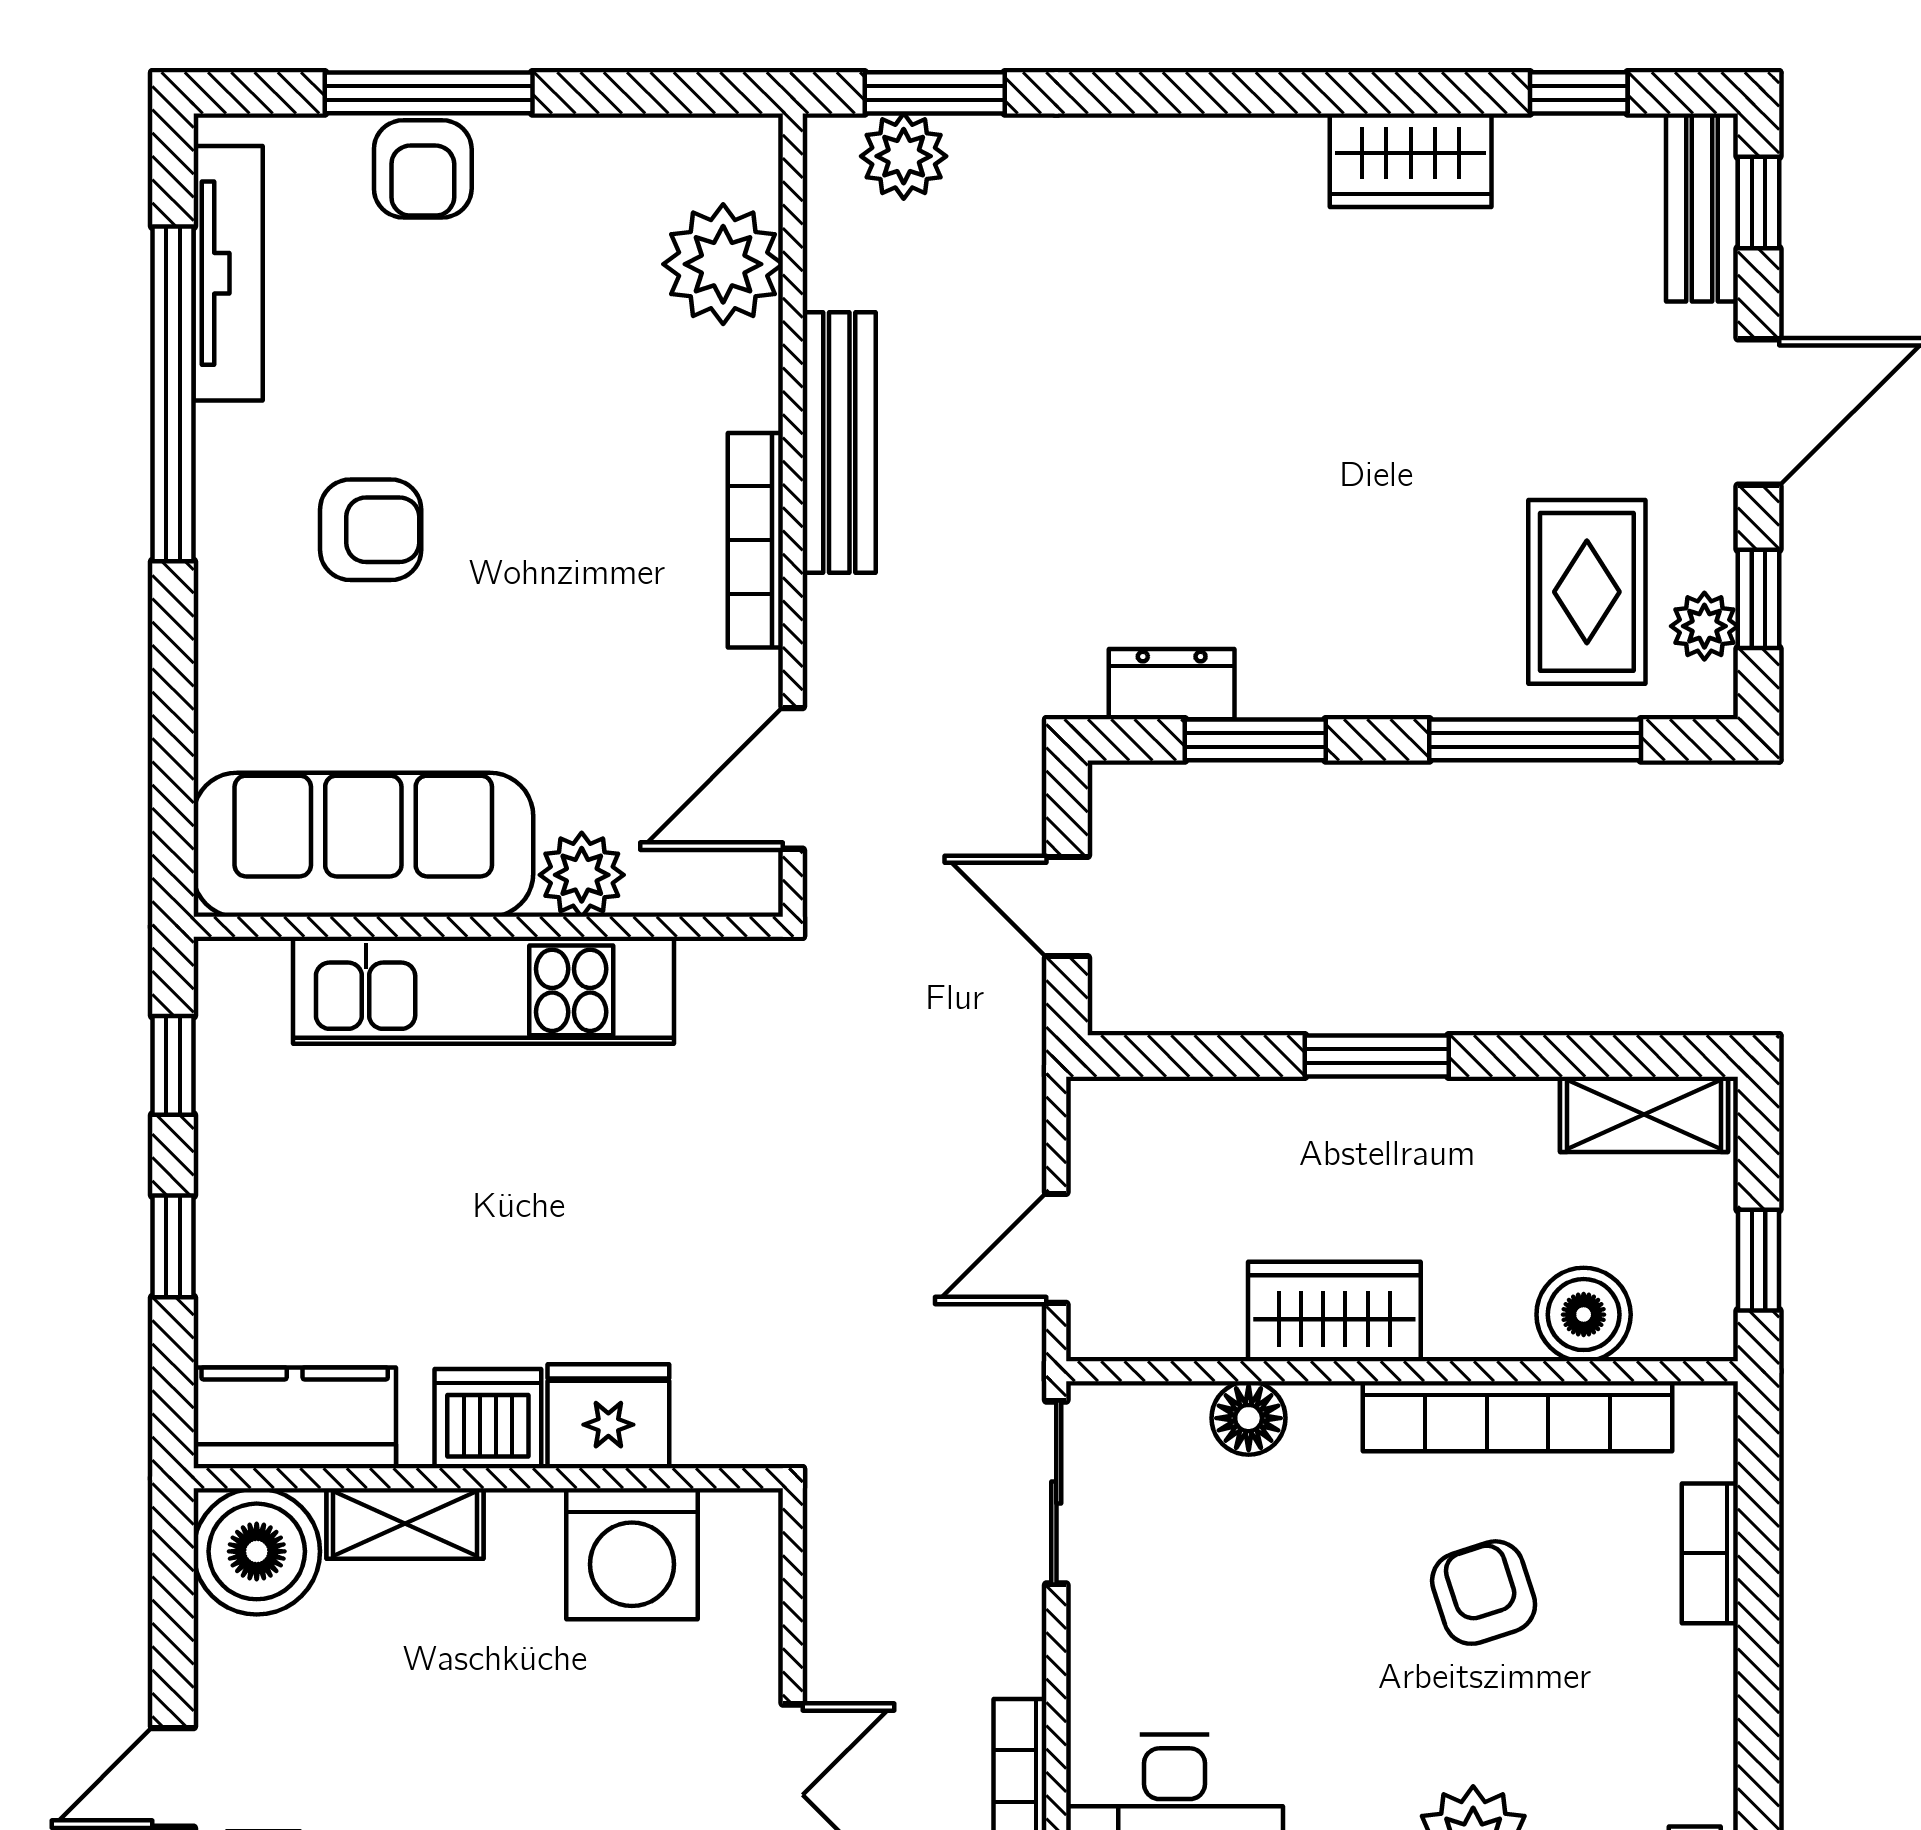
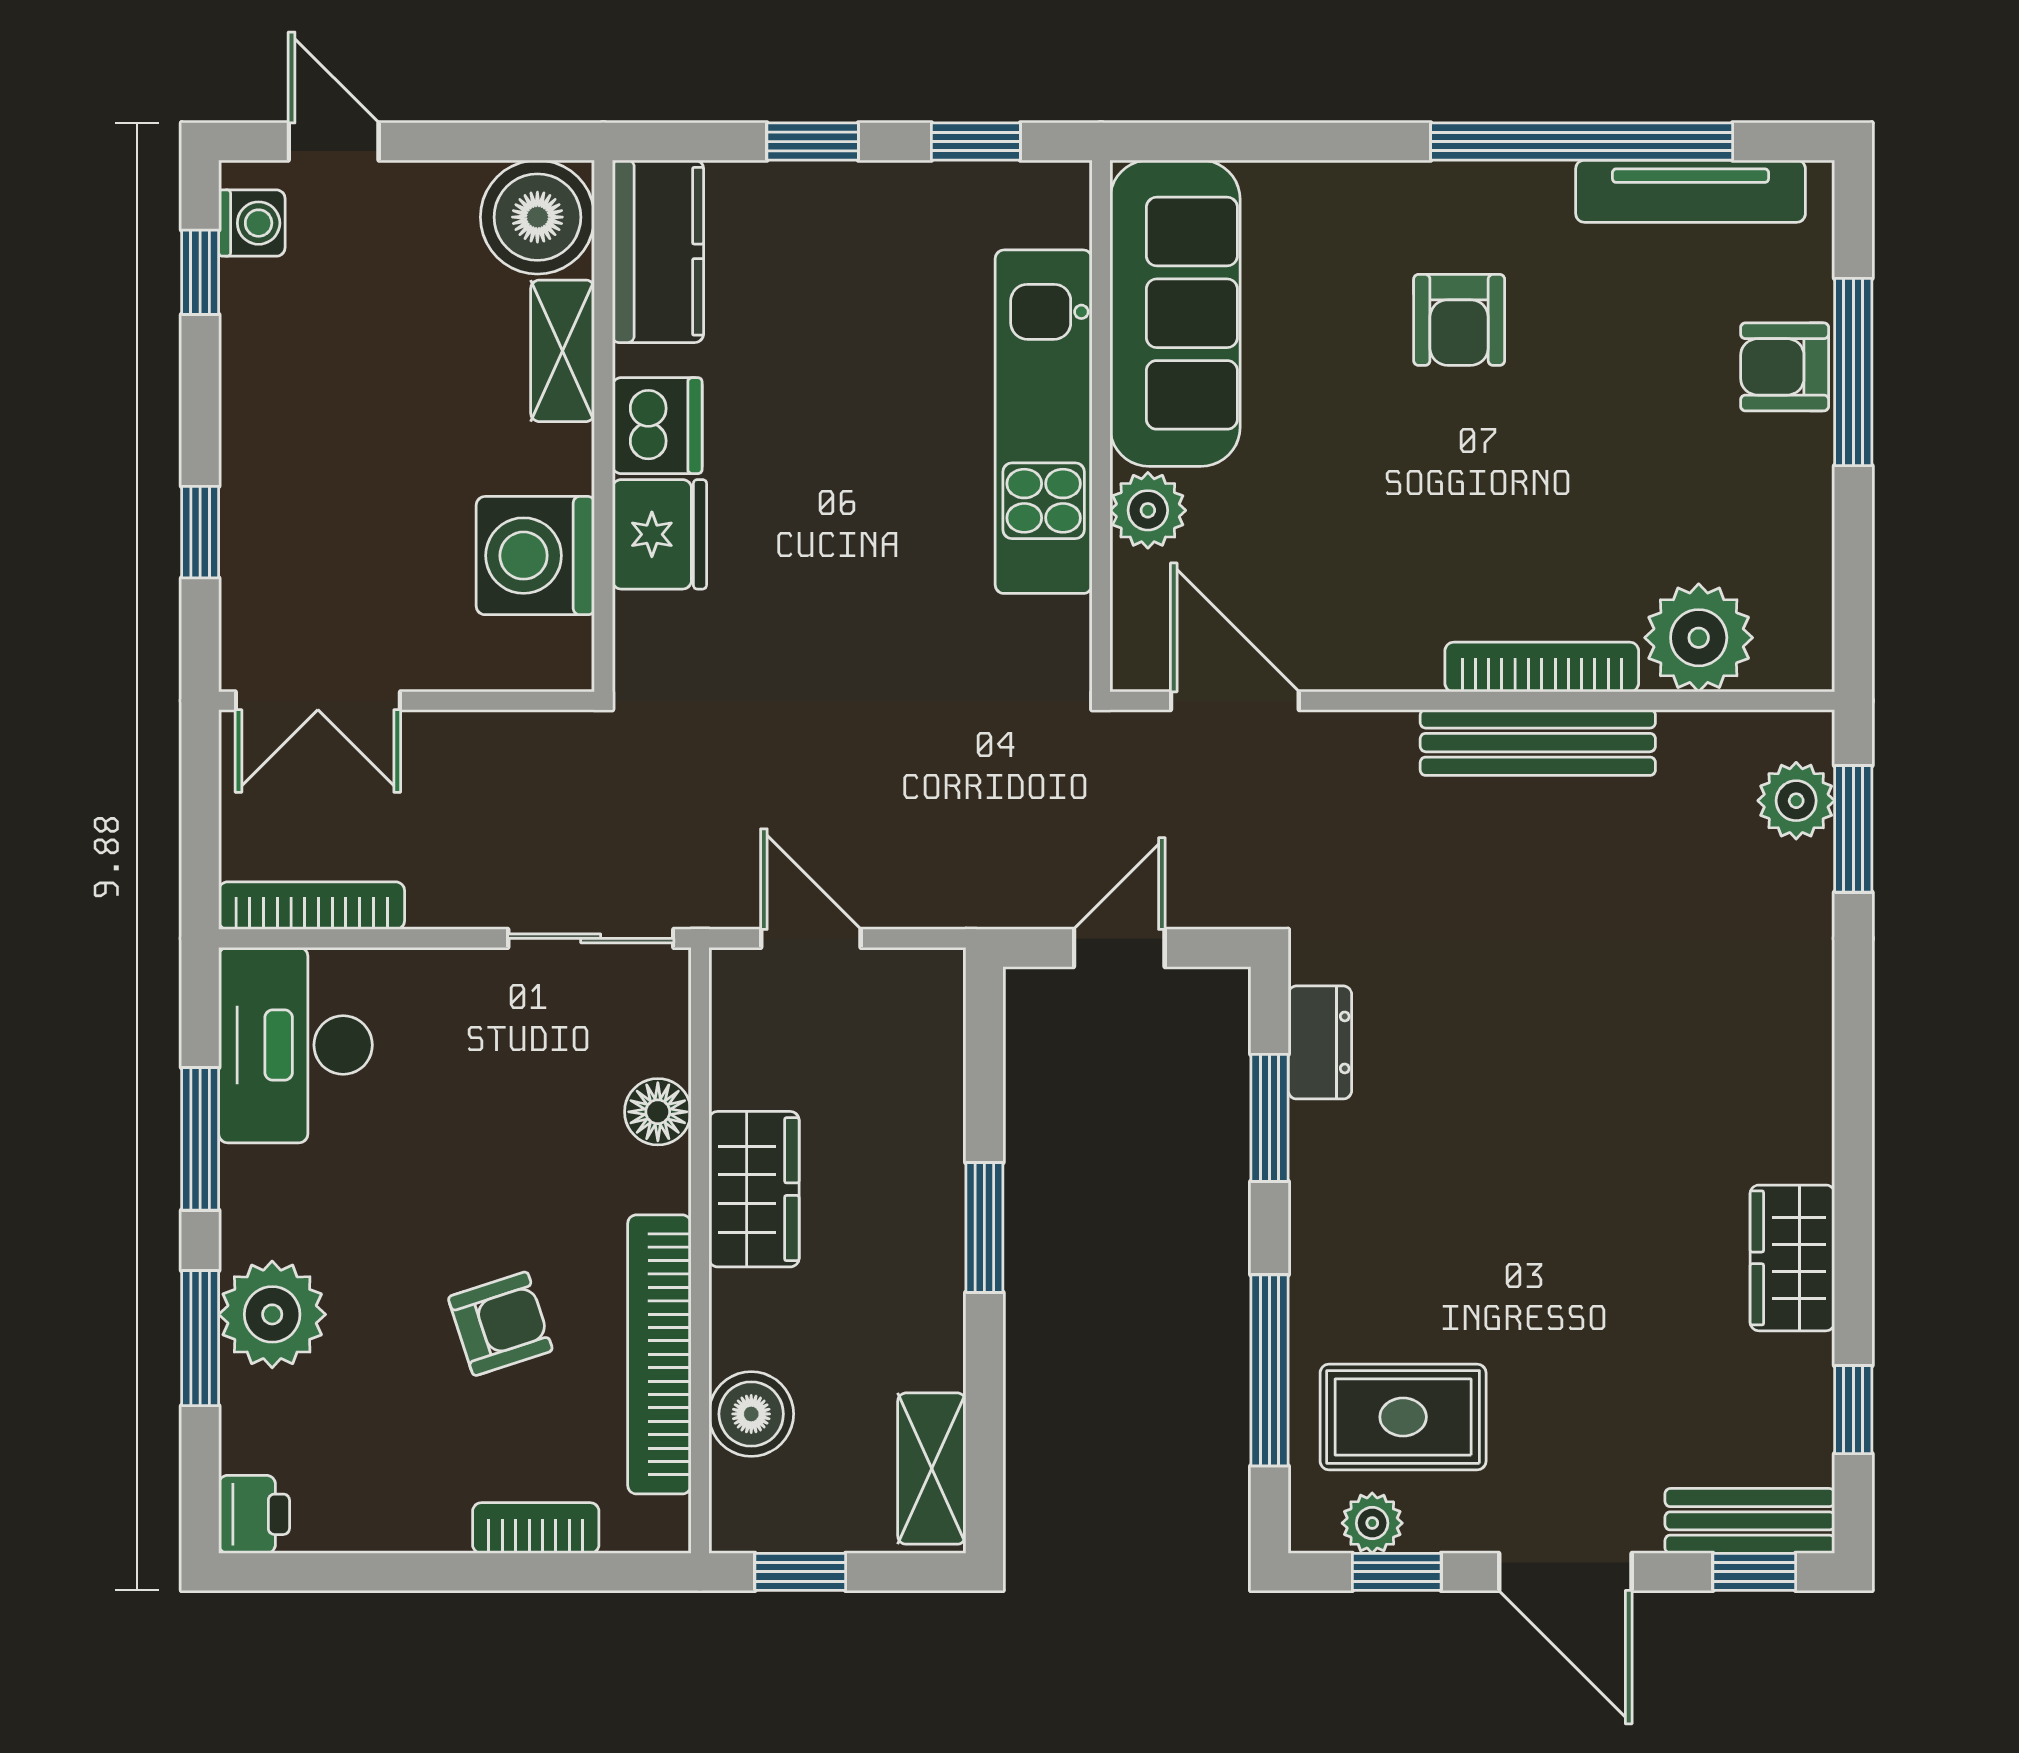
bookcase: (755, 540) -> (1542, 667), moved

